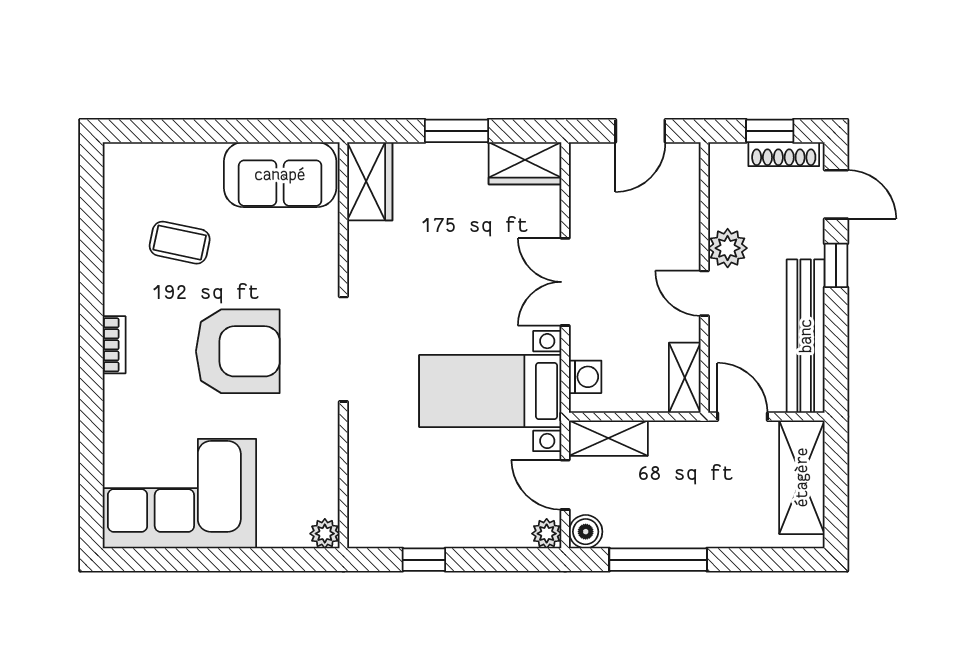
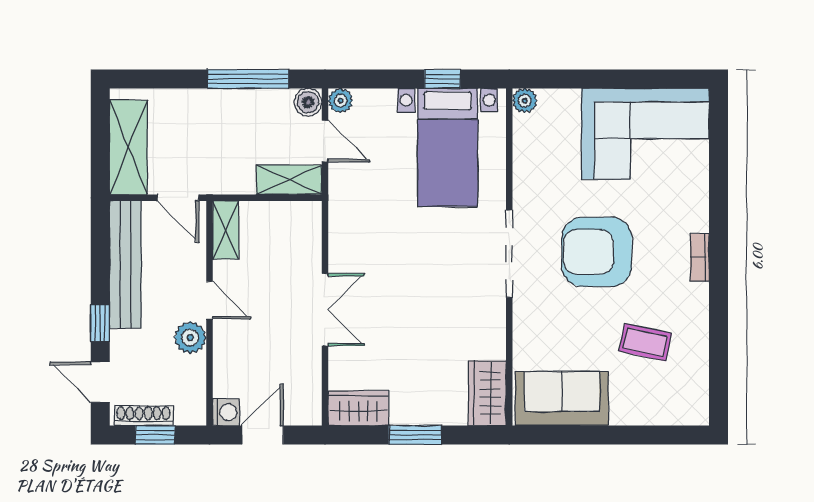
washing machine: (585, 377) -> (226, 412), moved, turned 180
bed with nightstands: (490, 391) -> (448, 147), moved, turned 90

